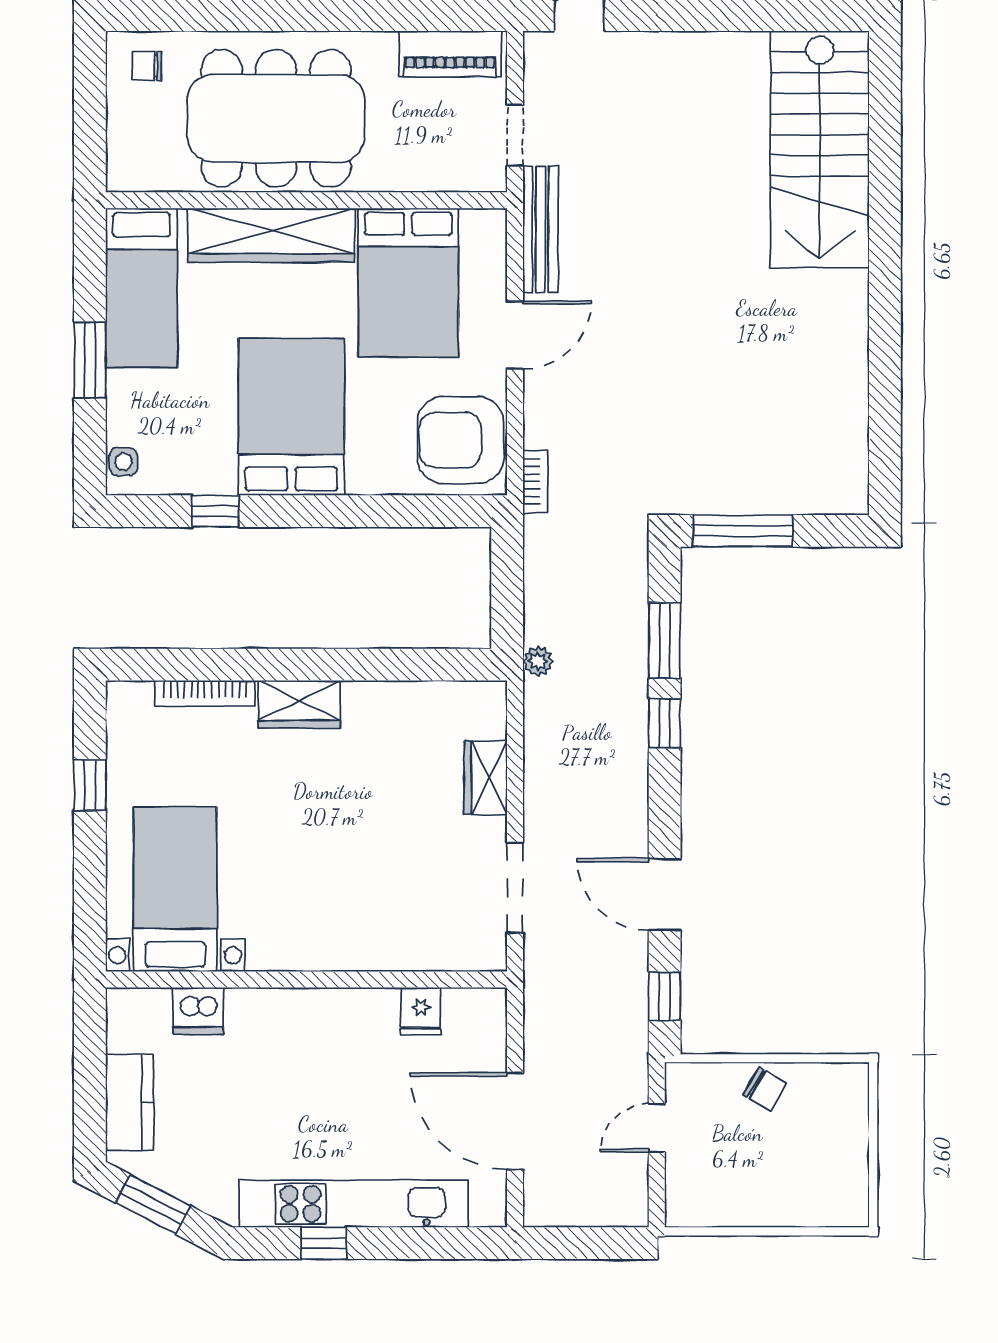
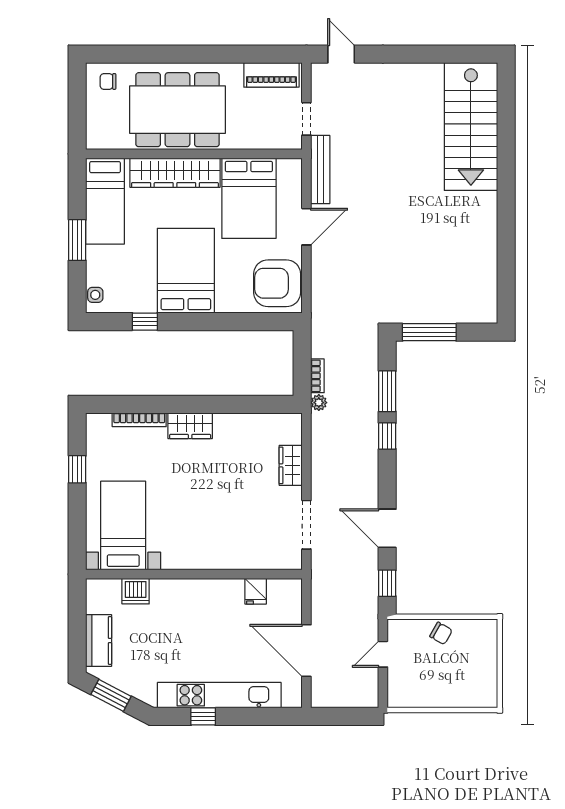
bookcase: (535, 481) -> (317, 376), moved

